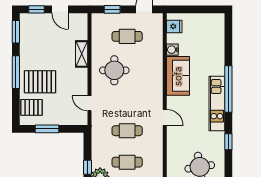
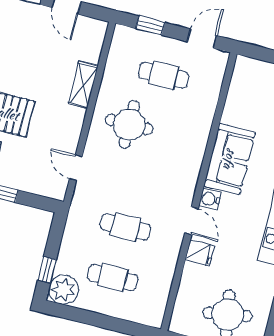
fridge: (174, 26) -> (200, 253), moved
water cooler: (172, 50) -> (210, 199), moved

